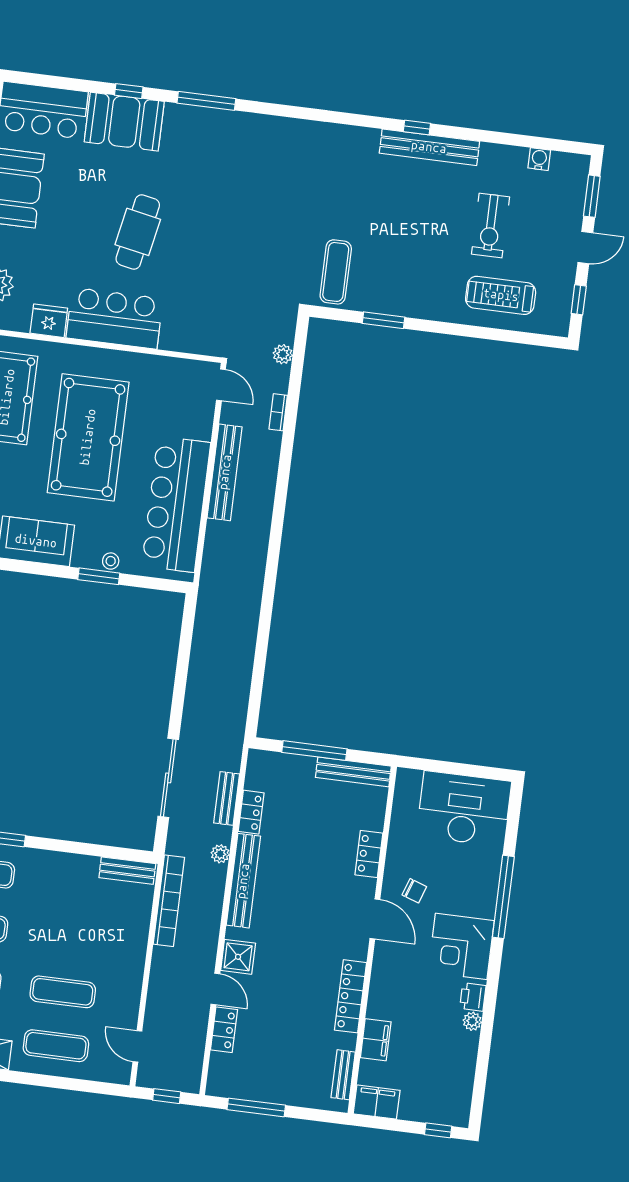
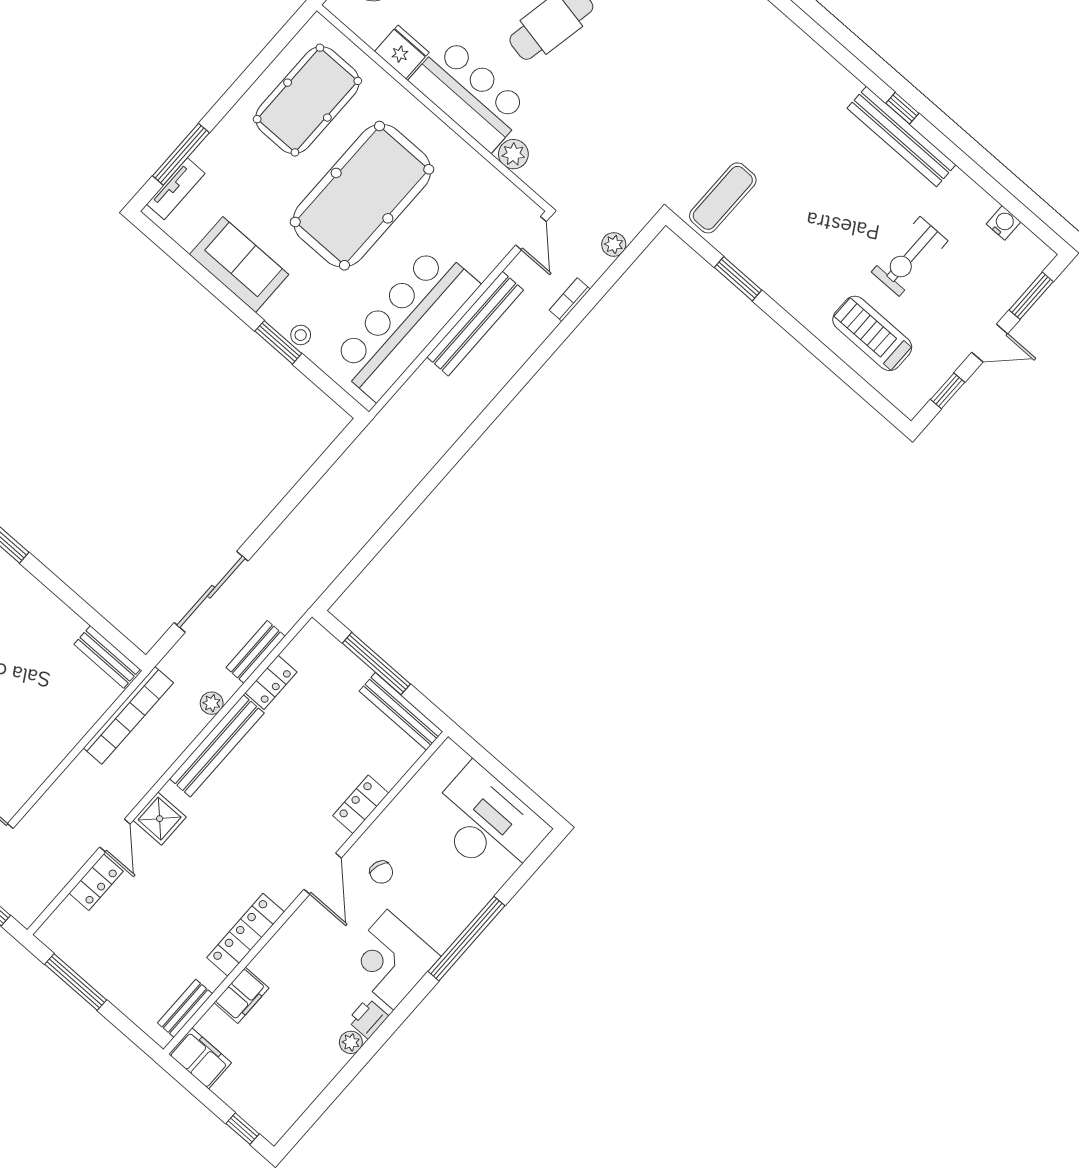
plant: (172, 339) -> (513, 154), added

